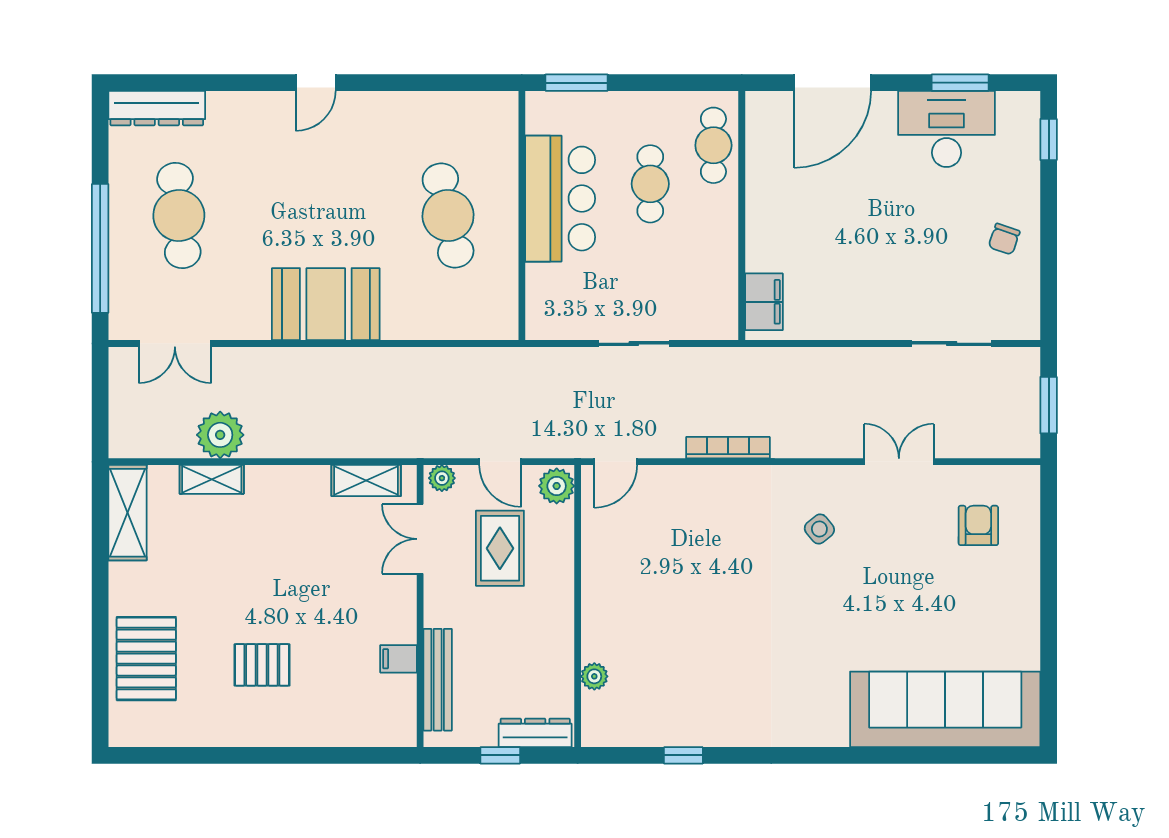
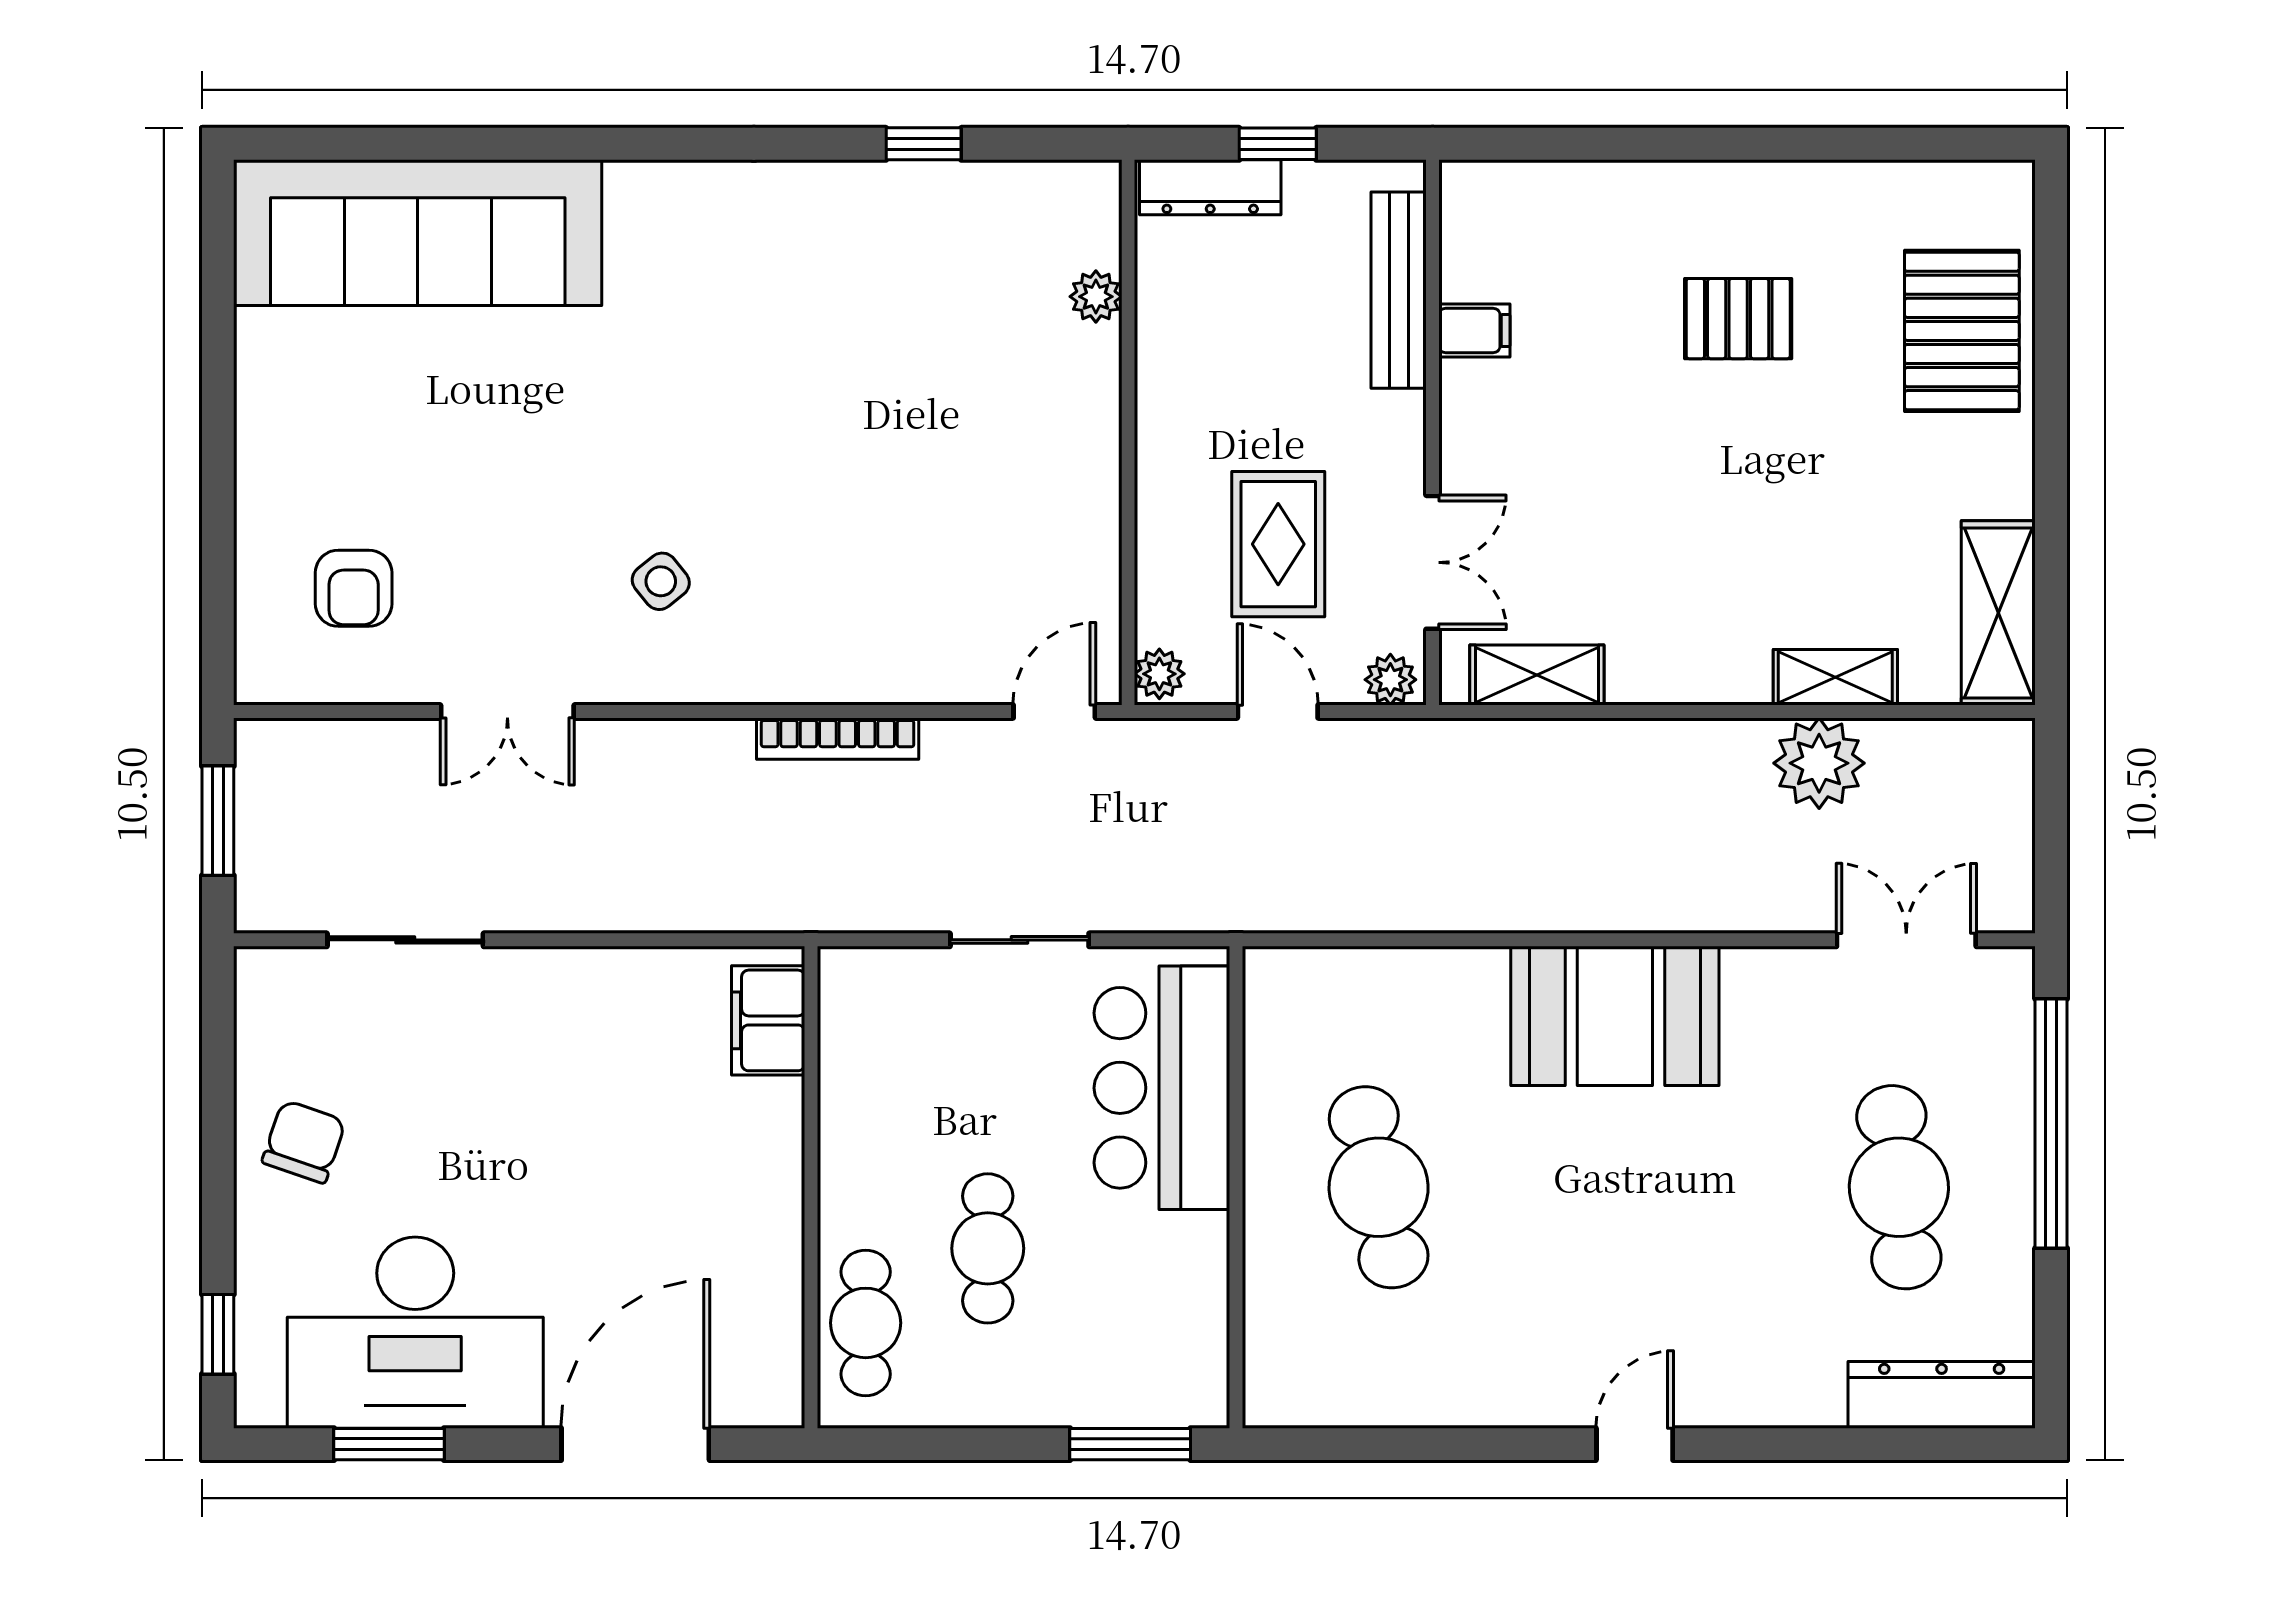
desk: (946, 129) -> (415, 1333), width x1.36, depth x1.30
bar counter: (560, 199) -> (1162, 1088), moved
chair: (1004, 239) -> (304, 1142), width x1.37, depth x1.37
plant: (557, 486) -> (1159, 674), width x0.73, depth x0.73

